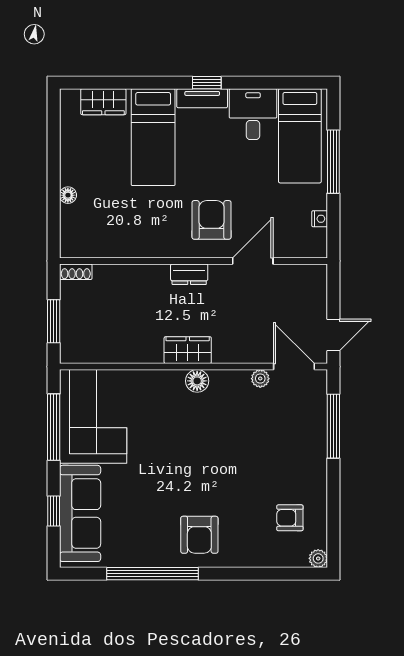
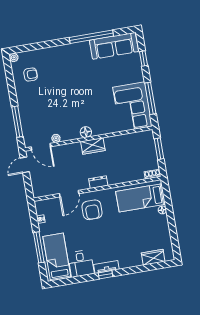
bed: (153, 137) -> (141, 198), moved, turned -90
sofa: (80, 513) -> (114, 46), moved, turned -90
armchair: (199, 535) -> (72, 59), removed

